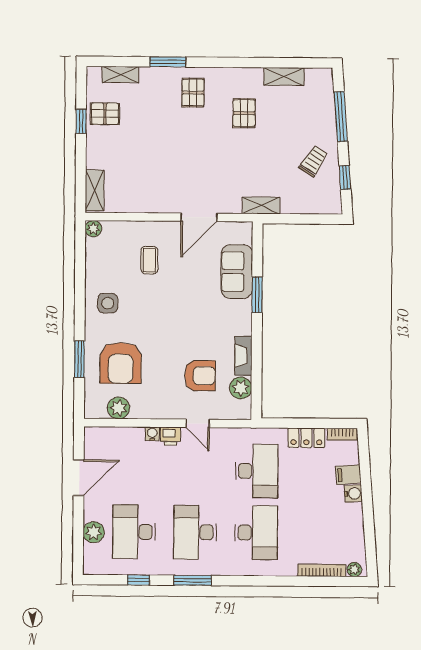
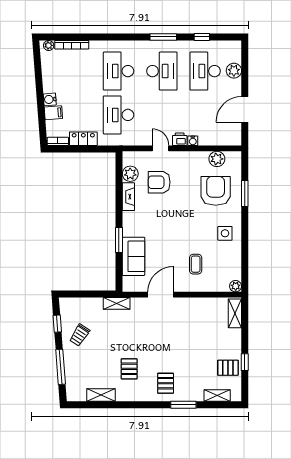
desk: (134, 532) -> (205, 71), turned 180

